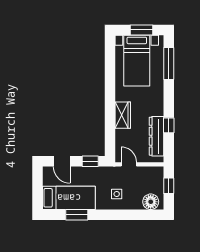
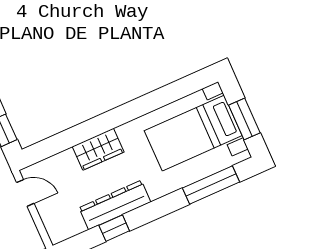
dresser: (156, 136) -> (115, 205), moved
door: (129, 164) -> (25, 193), hinge flipped

